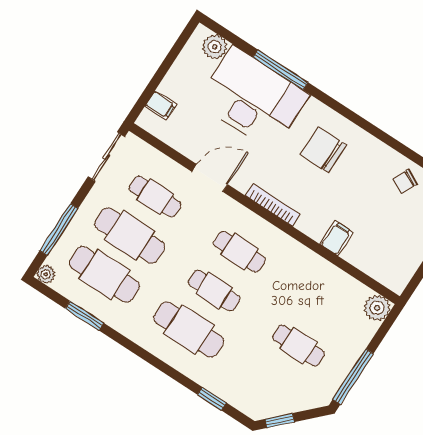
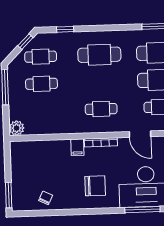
door: (210, 178) -> (140, 134), hinge flipped
filing cabinet: (336, 238) -> (77, 147), moved
cafe table: (214, 291) -> (41, 57), moved

